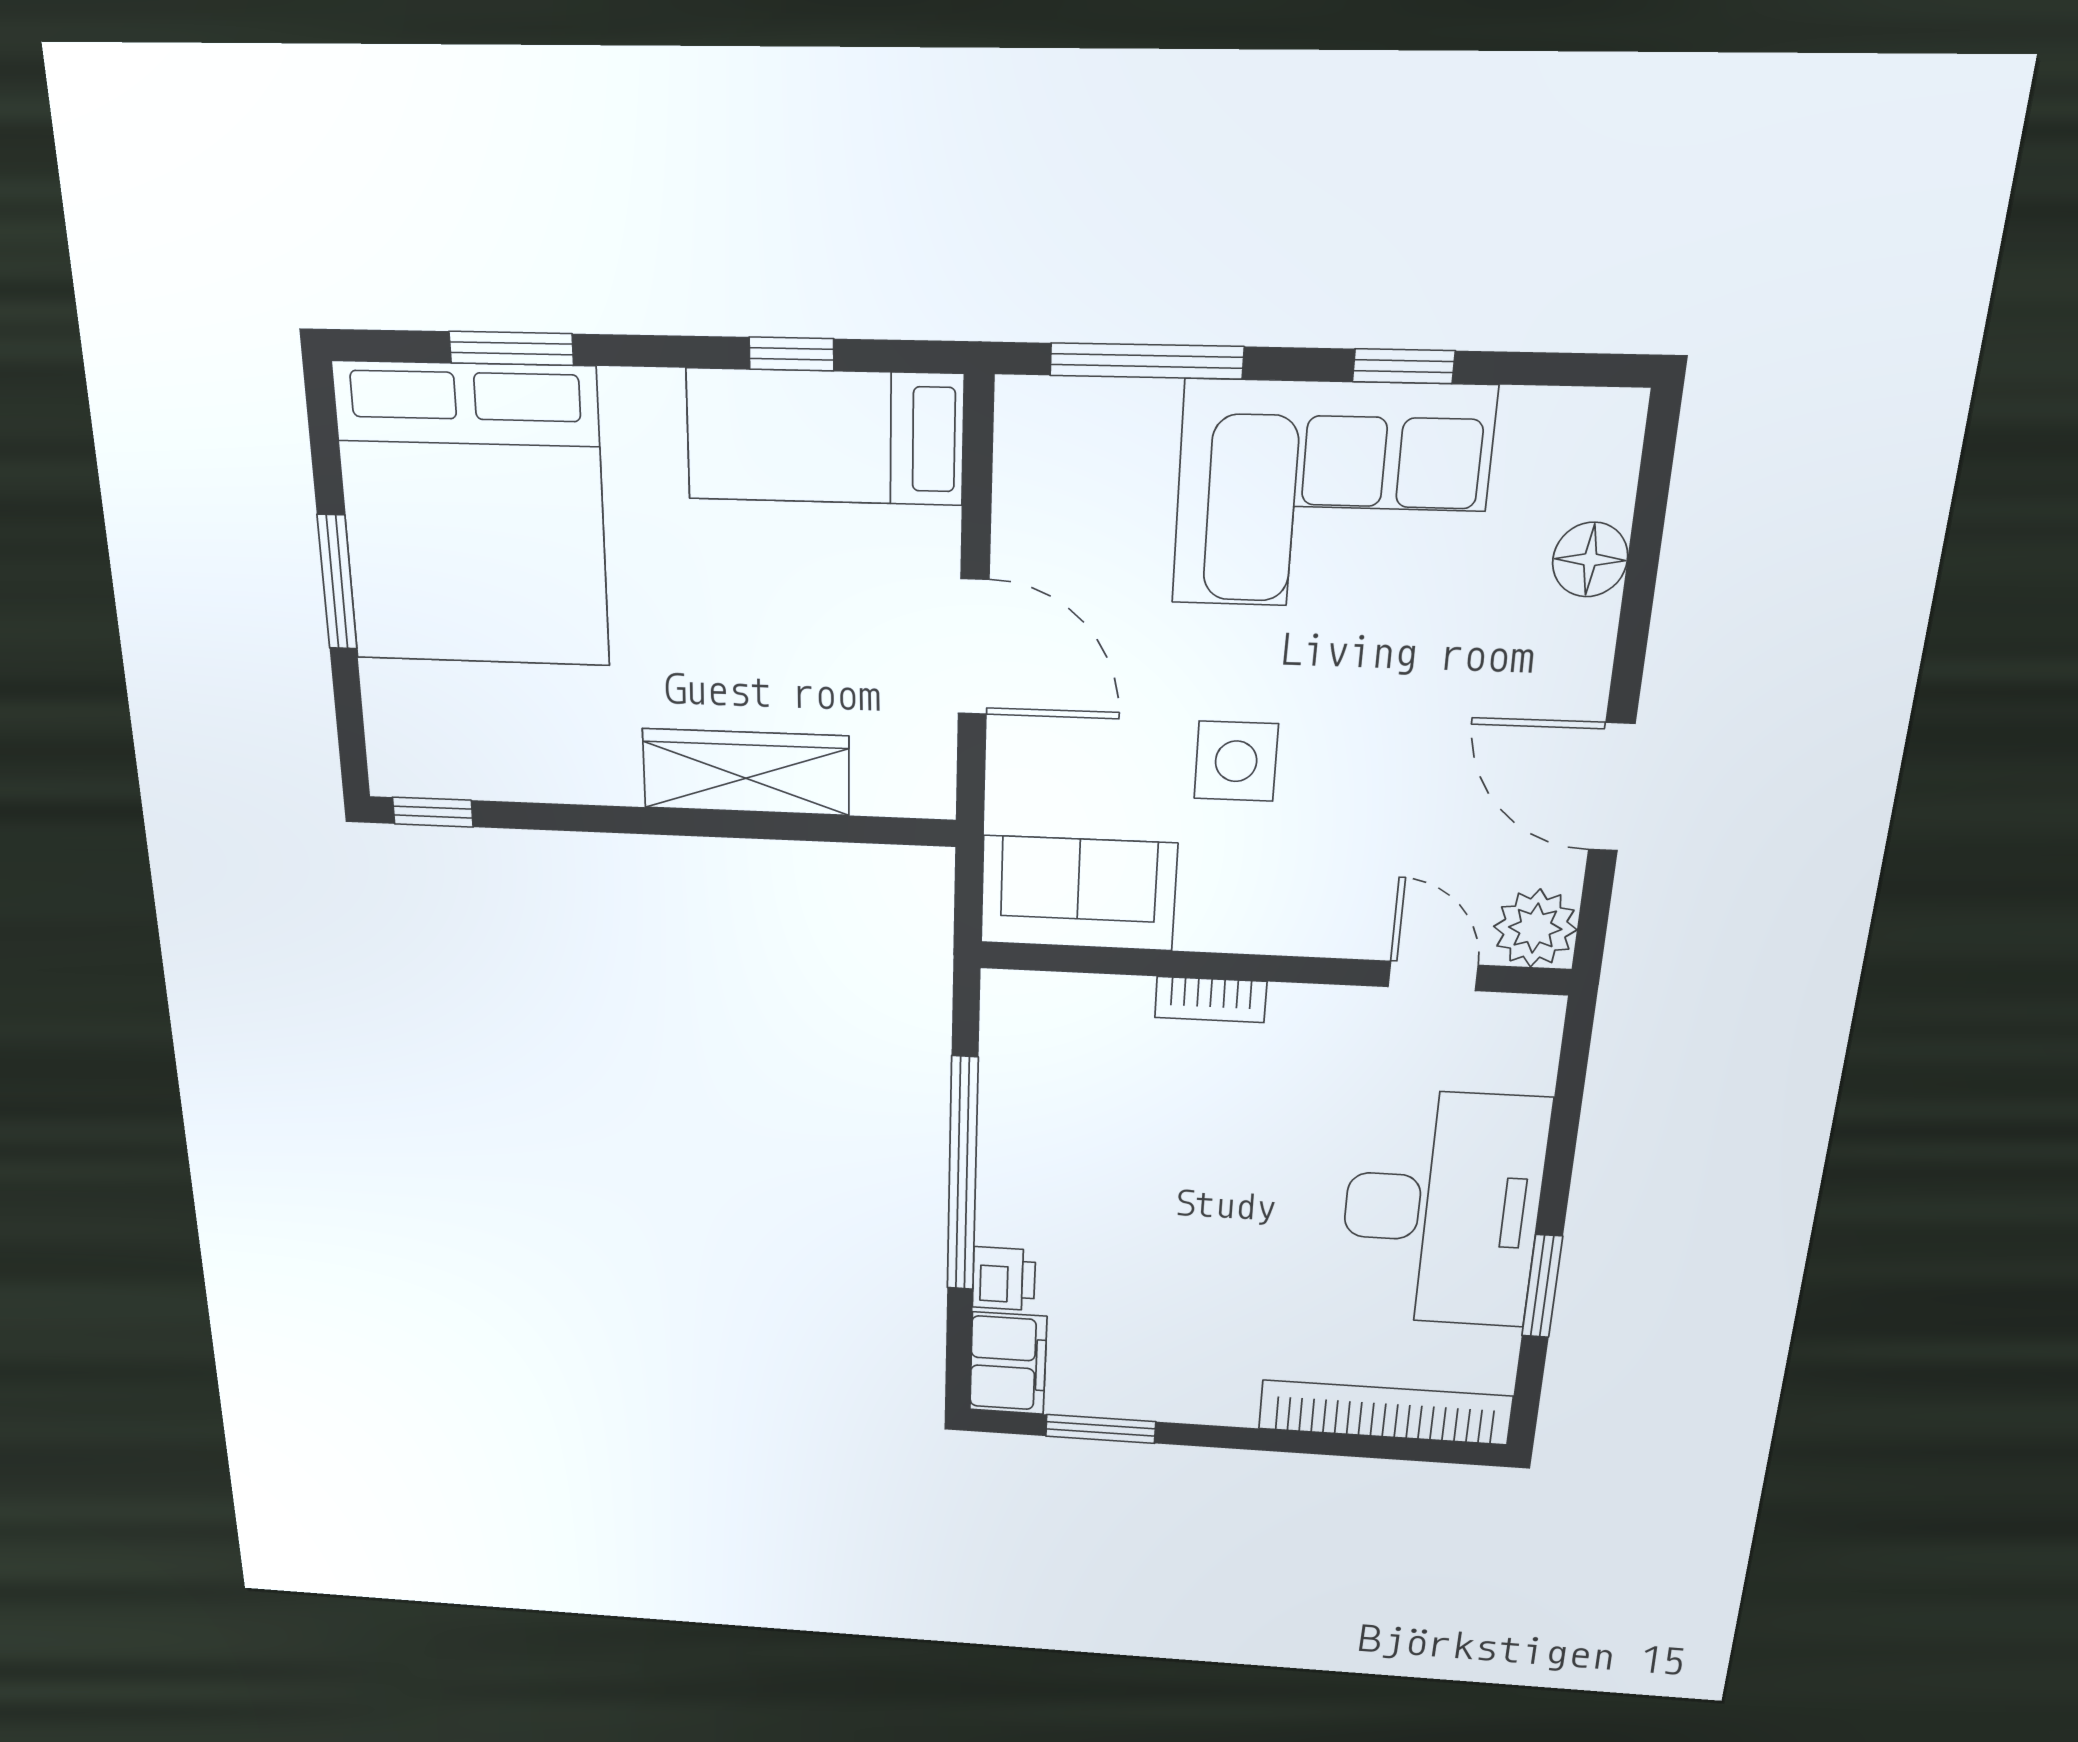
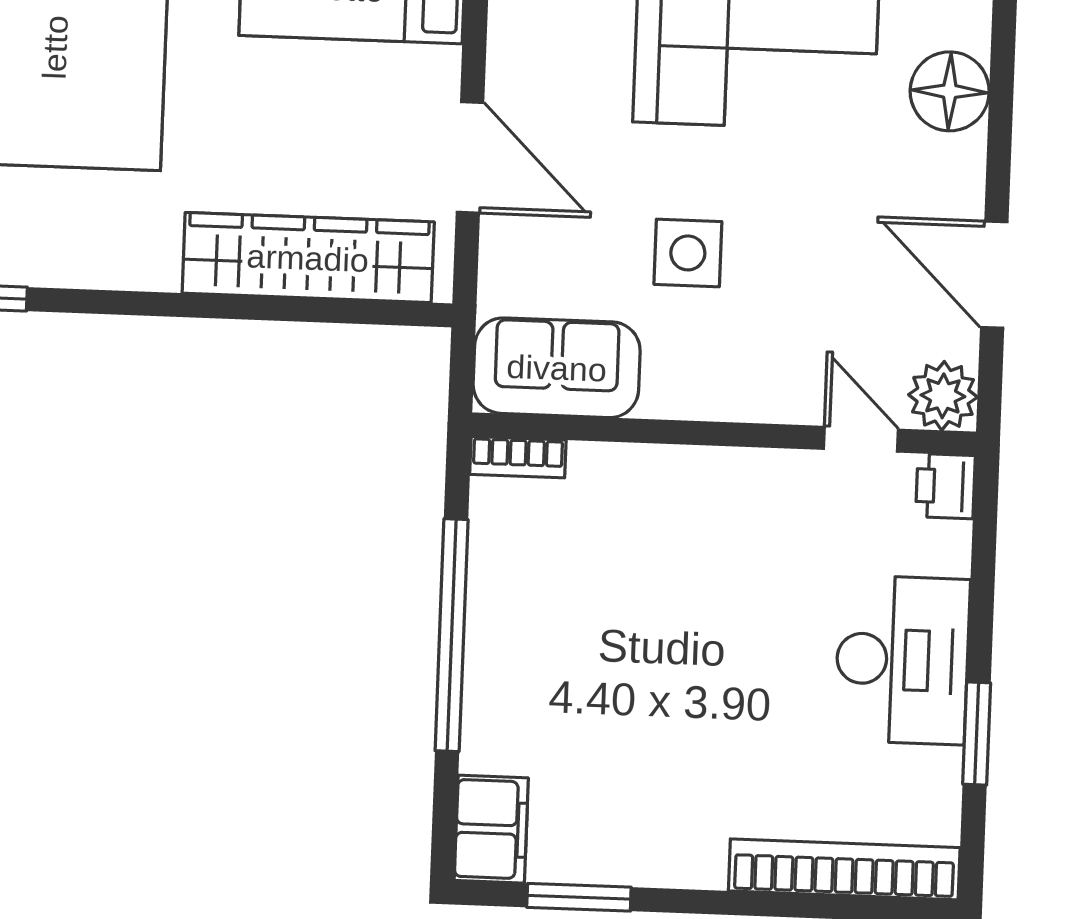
floor lamp: (1590, 560) -> (950, 91), width x1.38, depth x1.38
wardrobe: (746, 772) -> (308, 258), width x1.40, depth x1.17
bookcase: (1211, 1000) -> (518, 457), moved
desk: (1442, 1209) -> (902, 660), width x0.73, depth x0.77
printer: (1004, 1279) -> (945, 486), moved, turned 180

